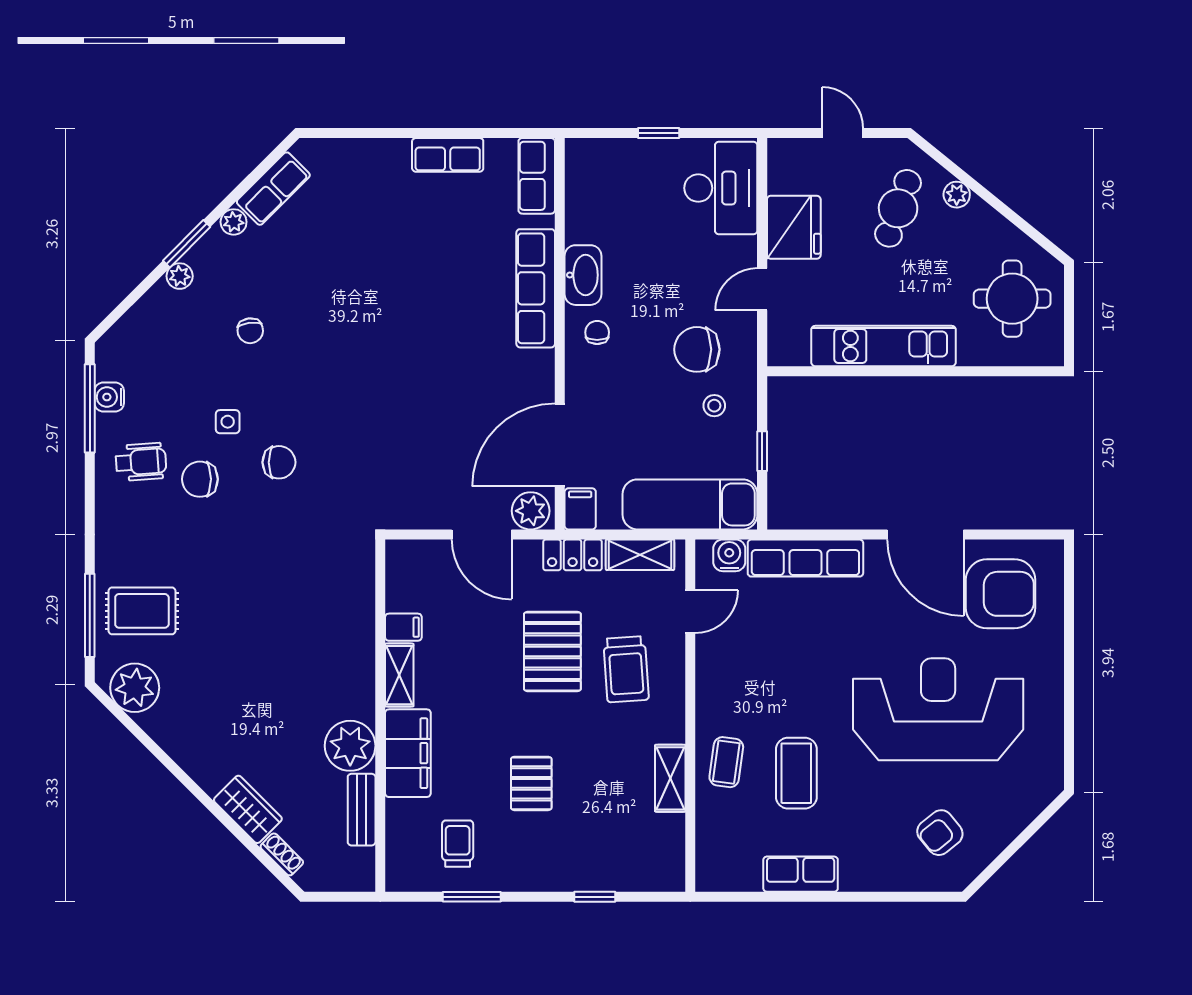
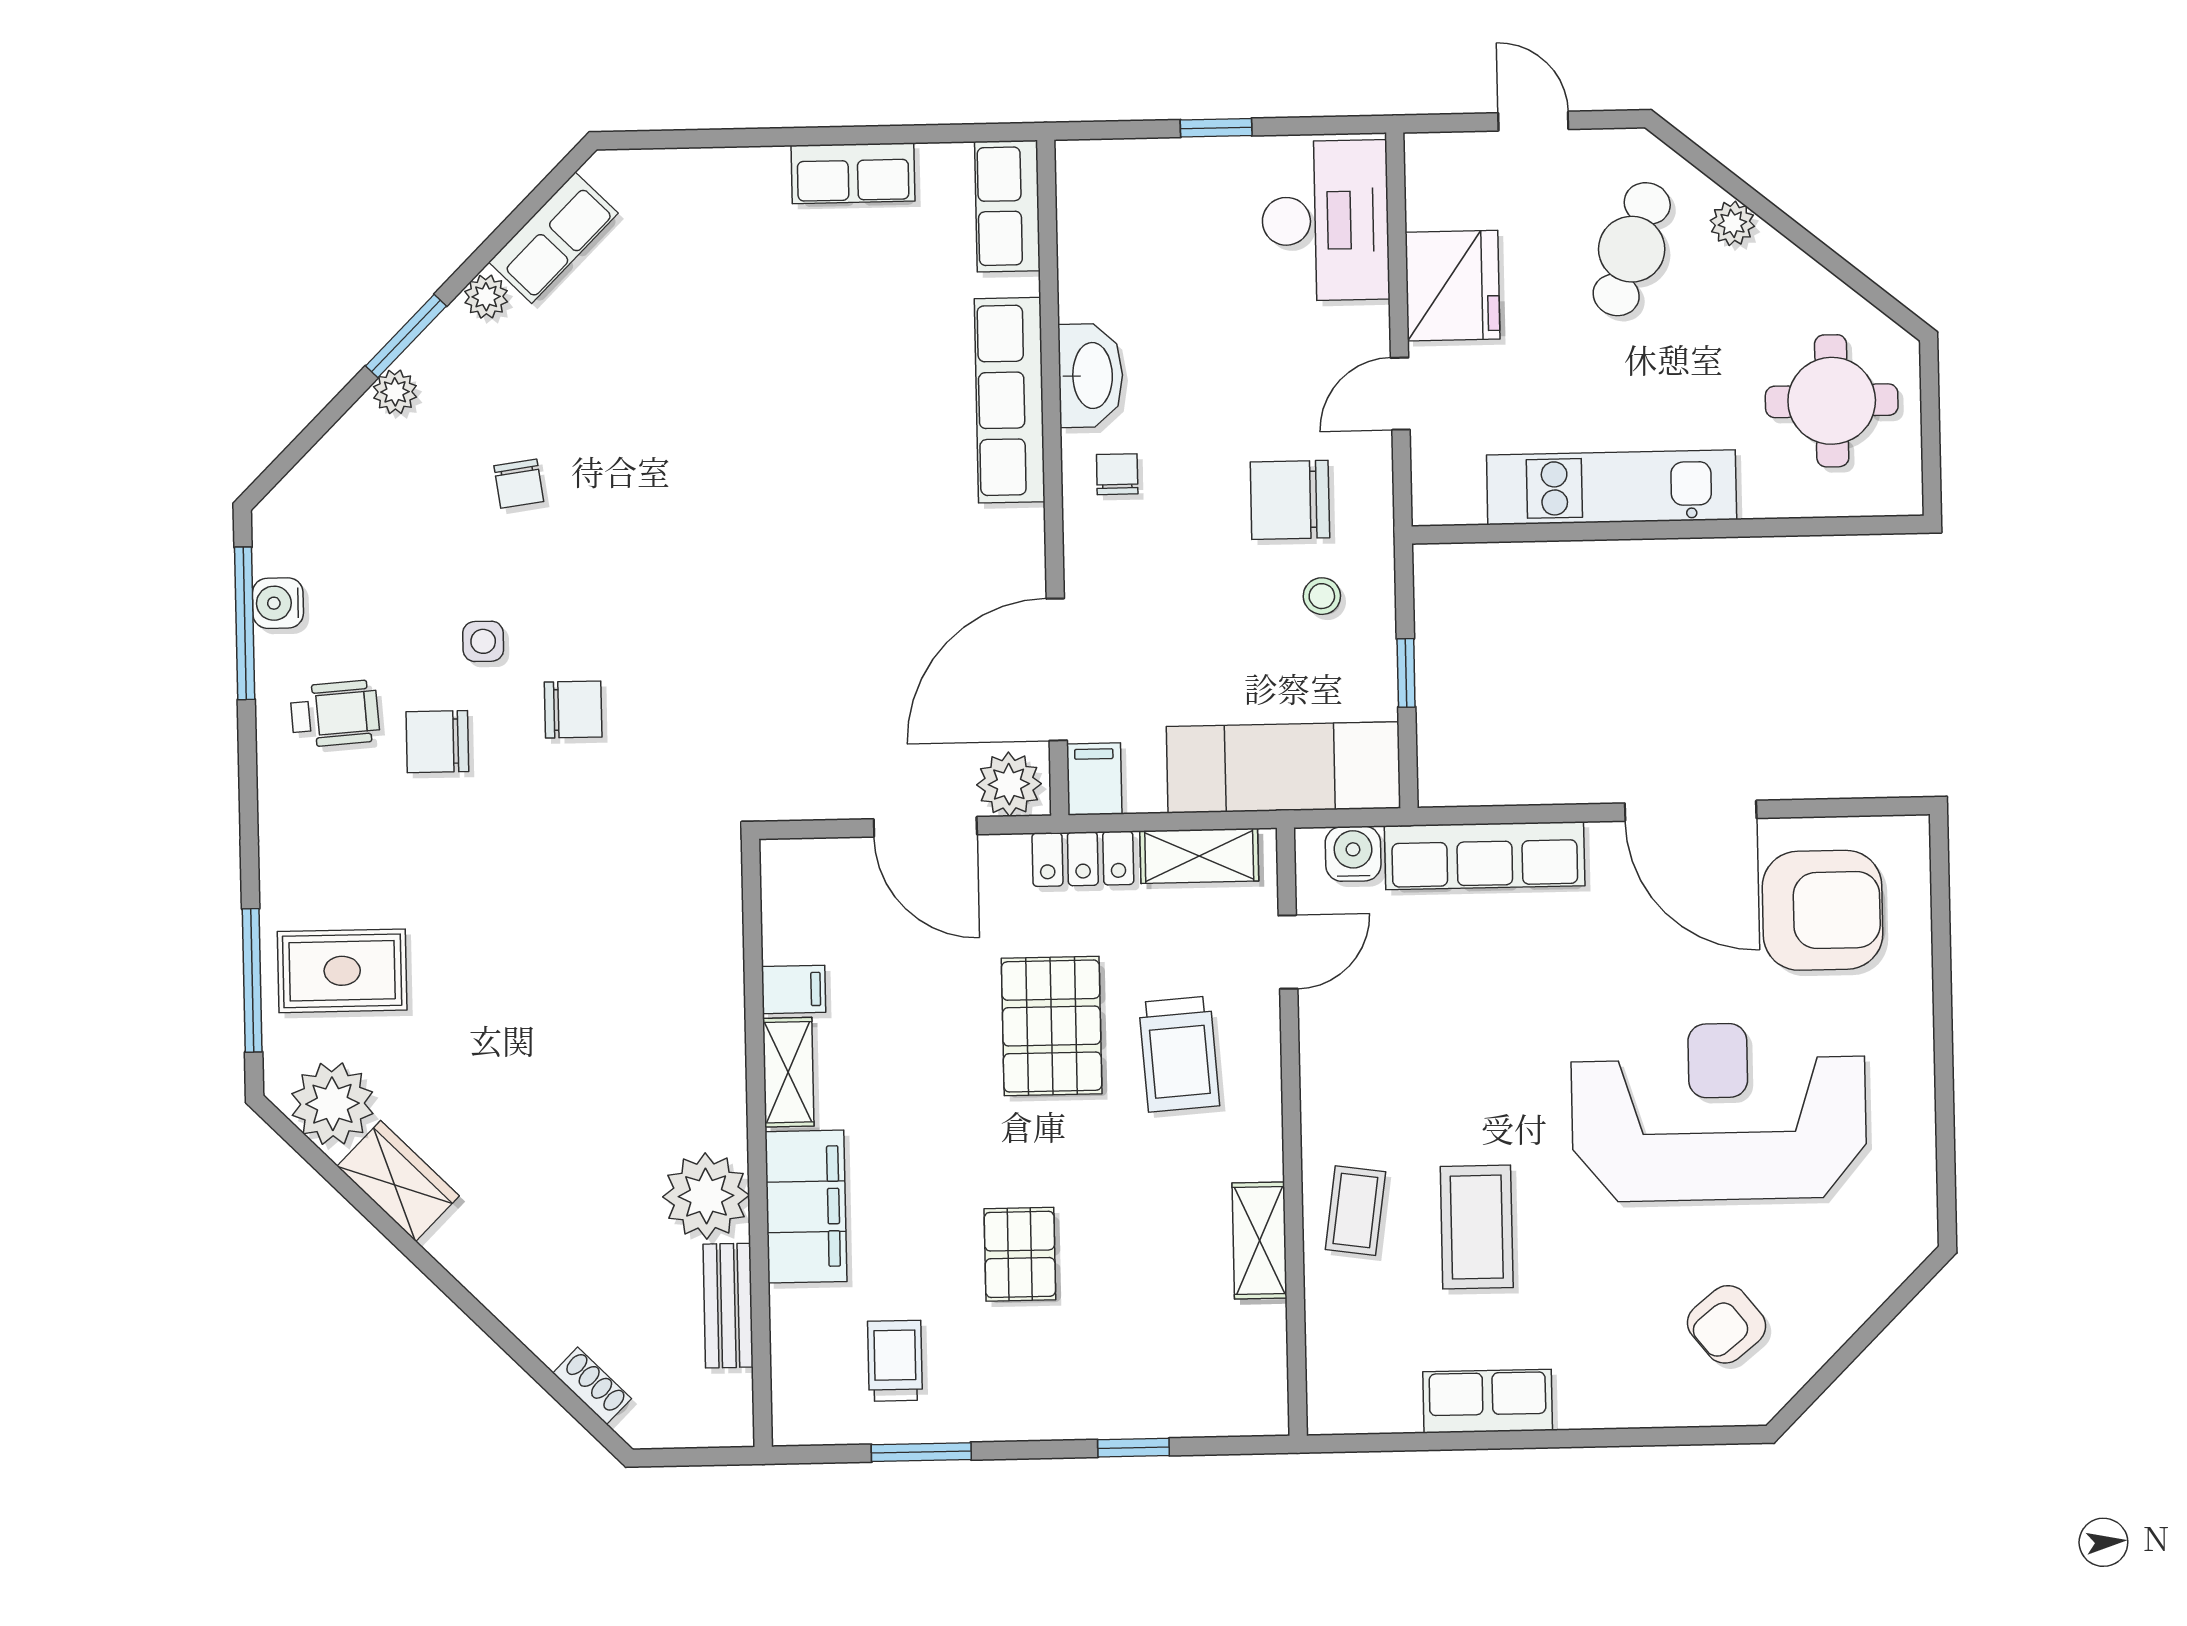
wardrobe: (248, 809) -> (398, 1181), moved

